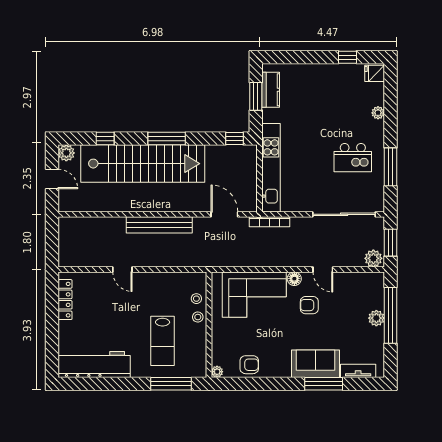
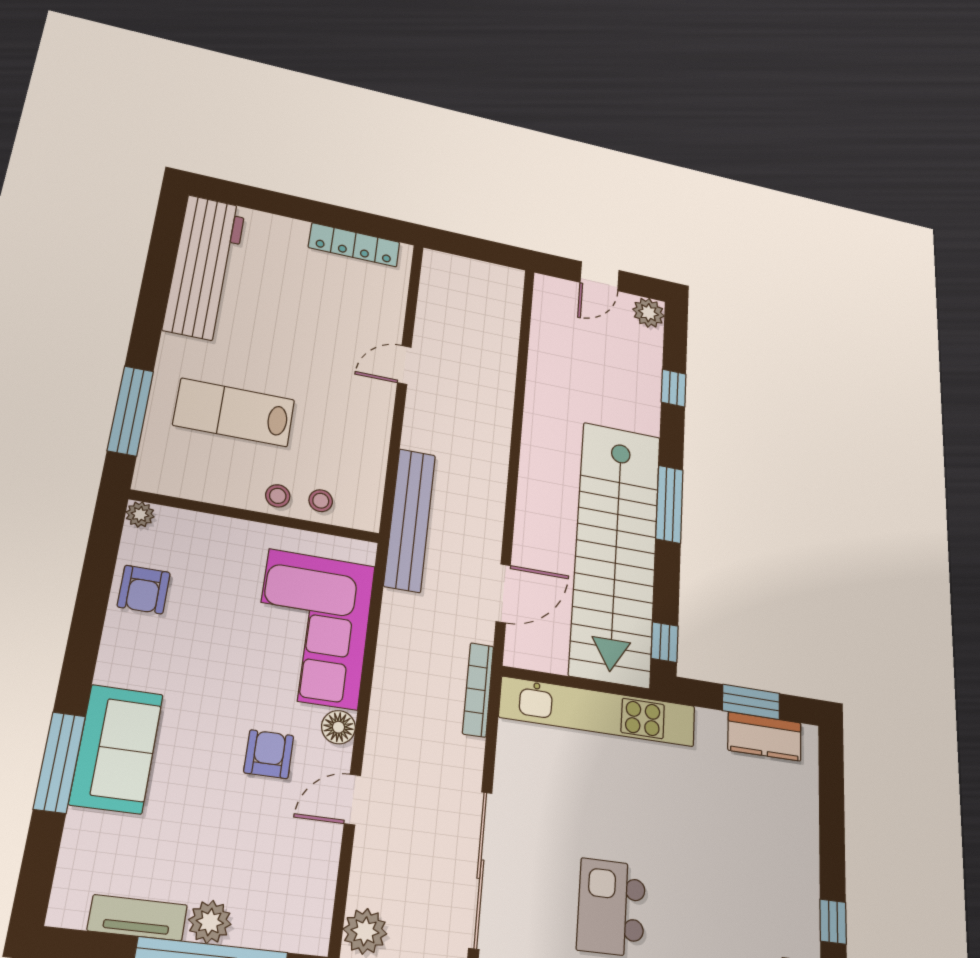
stairs: (143, 164) -> (616, 552), moved
bench: (159, 225) -> (410, 520), moved
tv unit: (358, 371) -> (138, 918), moved, turned -90

